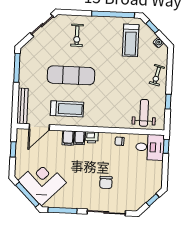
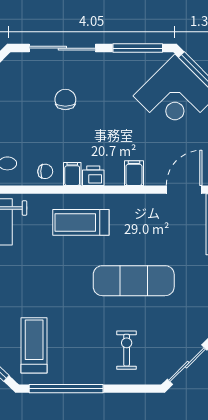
treadmill: (67, 109) -> (81, 222), moved
filing cabinet: (79, 138) -> (72, 174), moved

